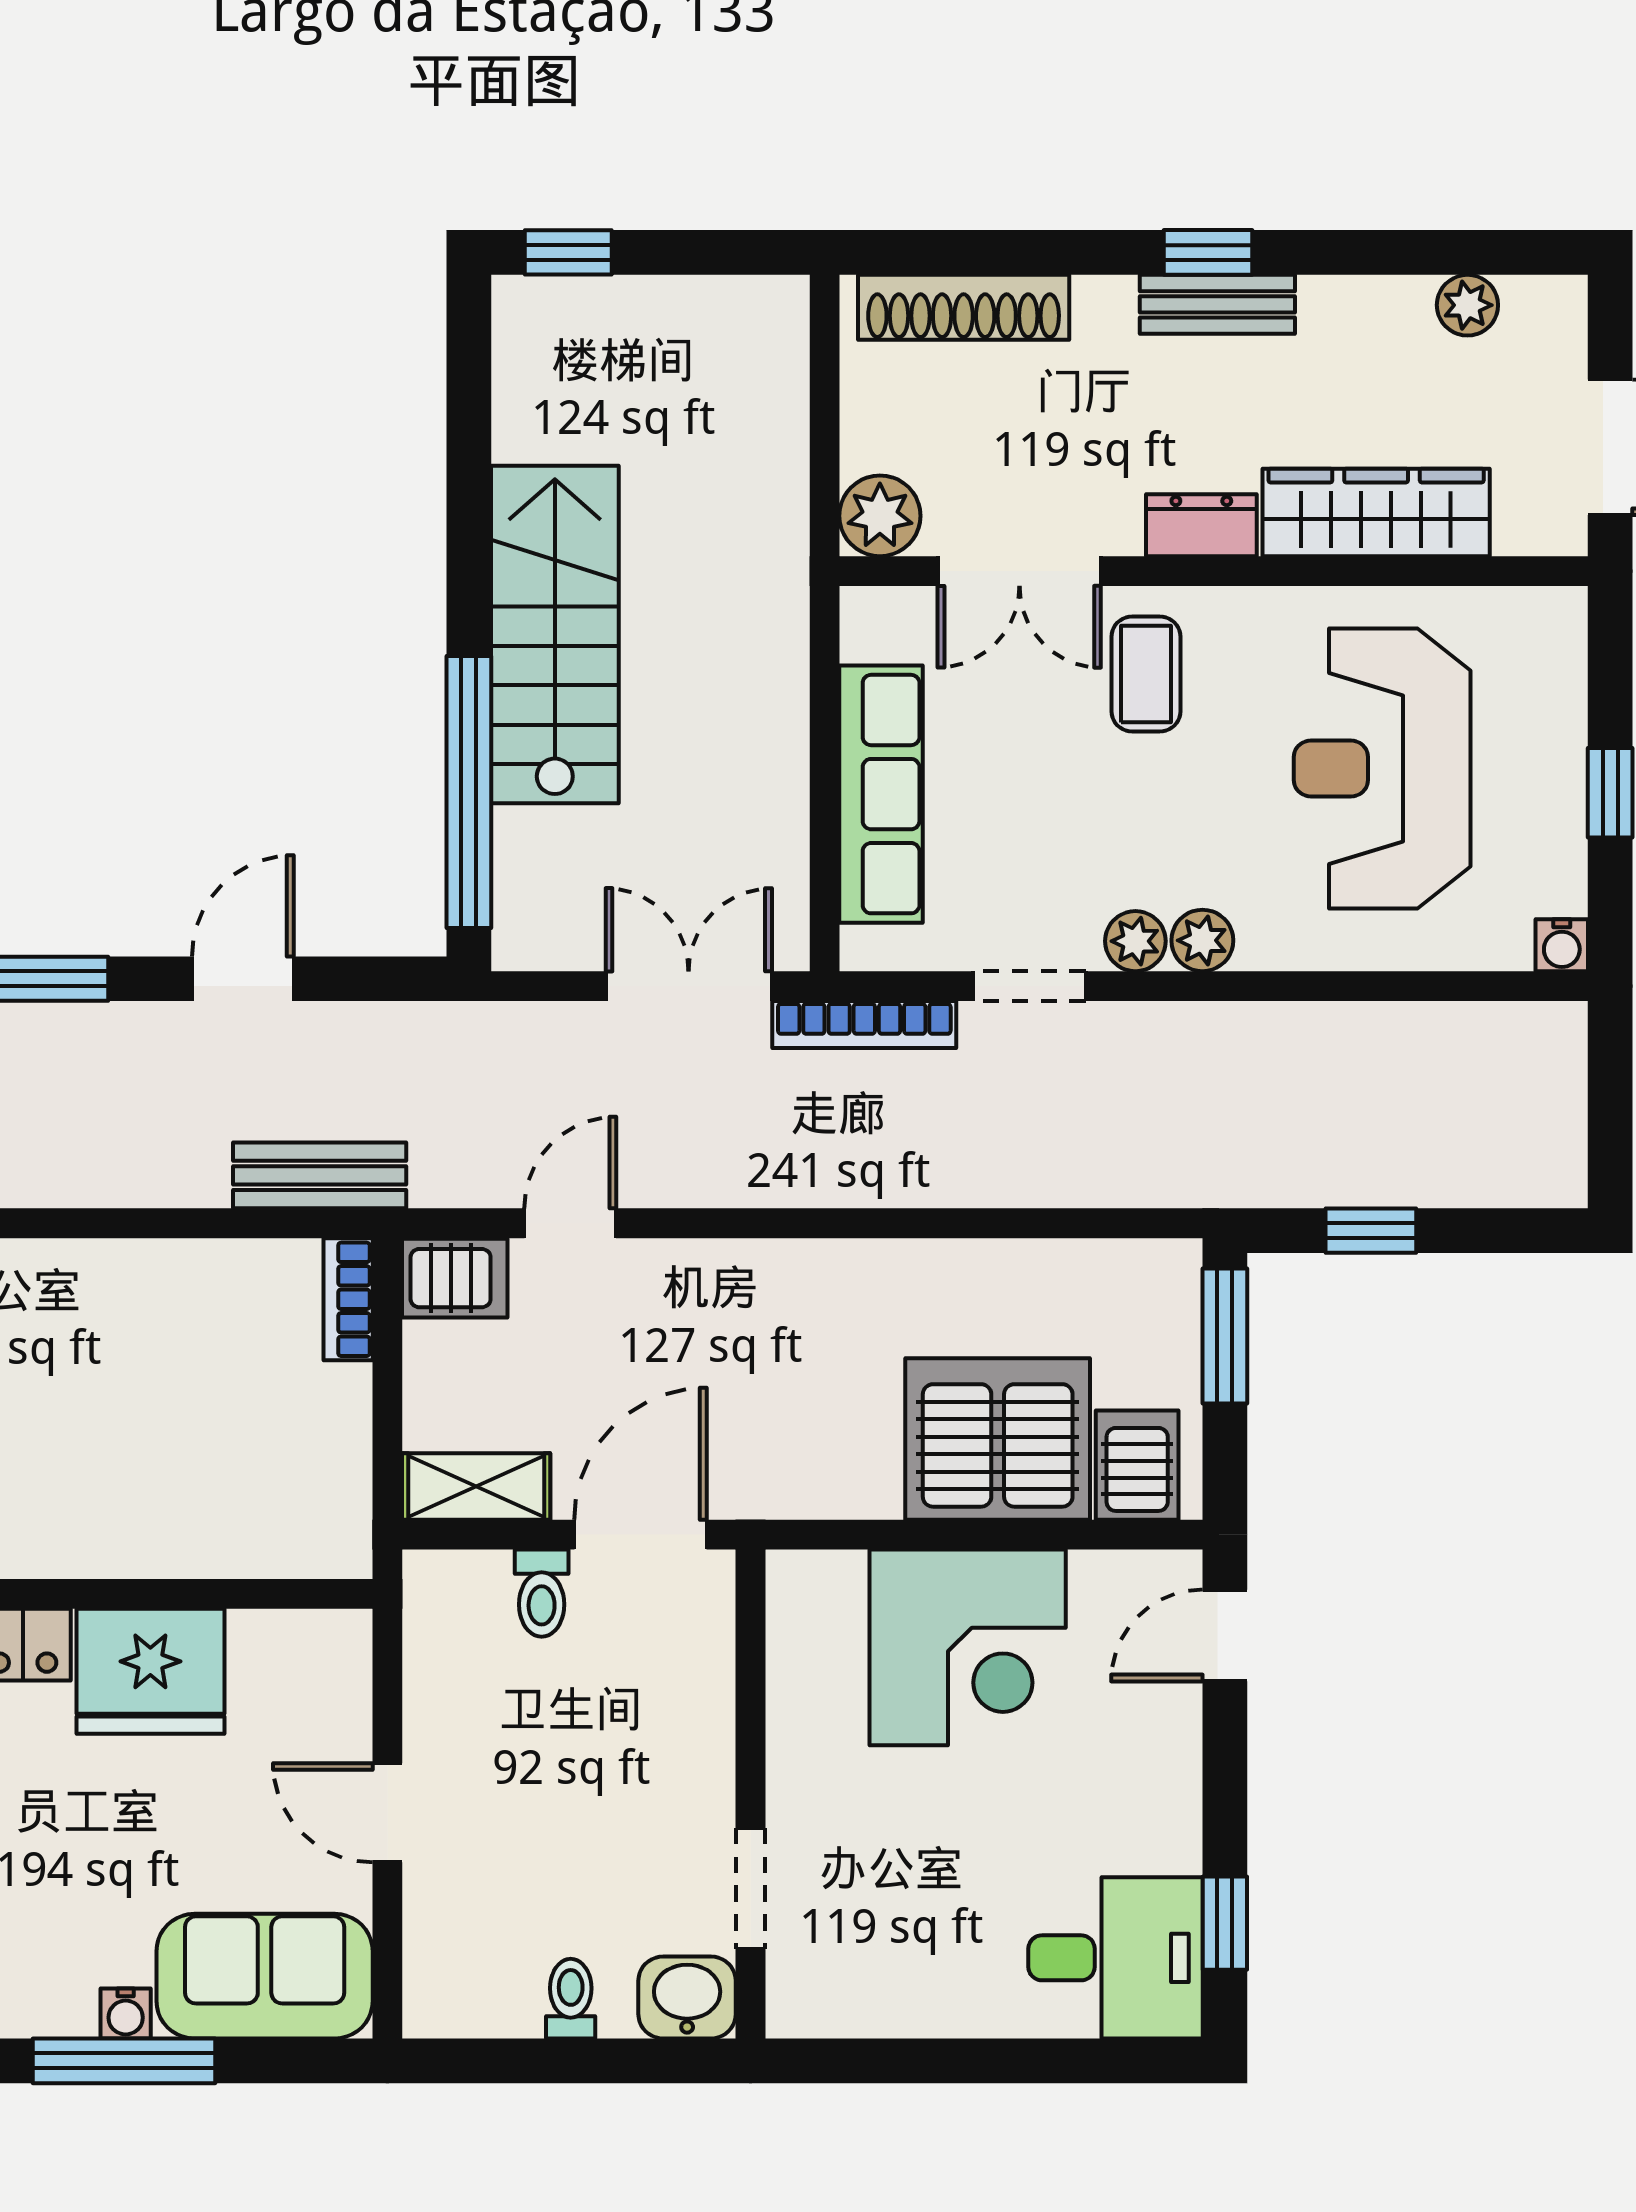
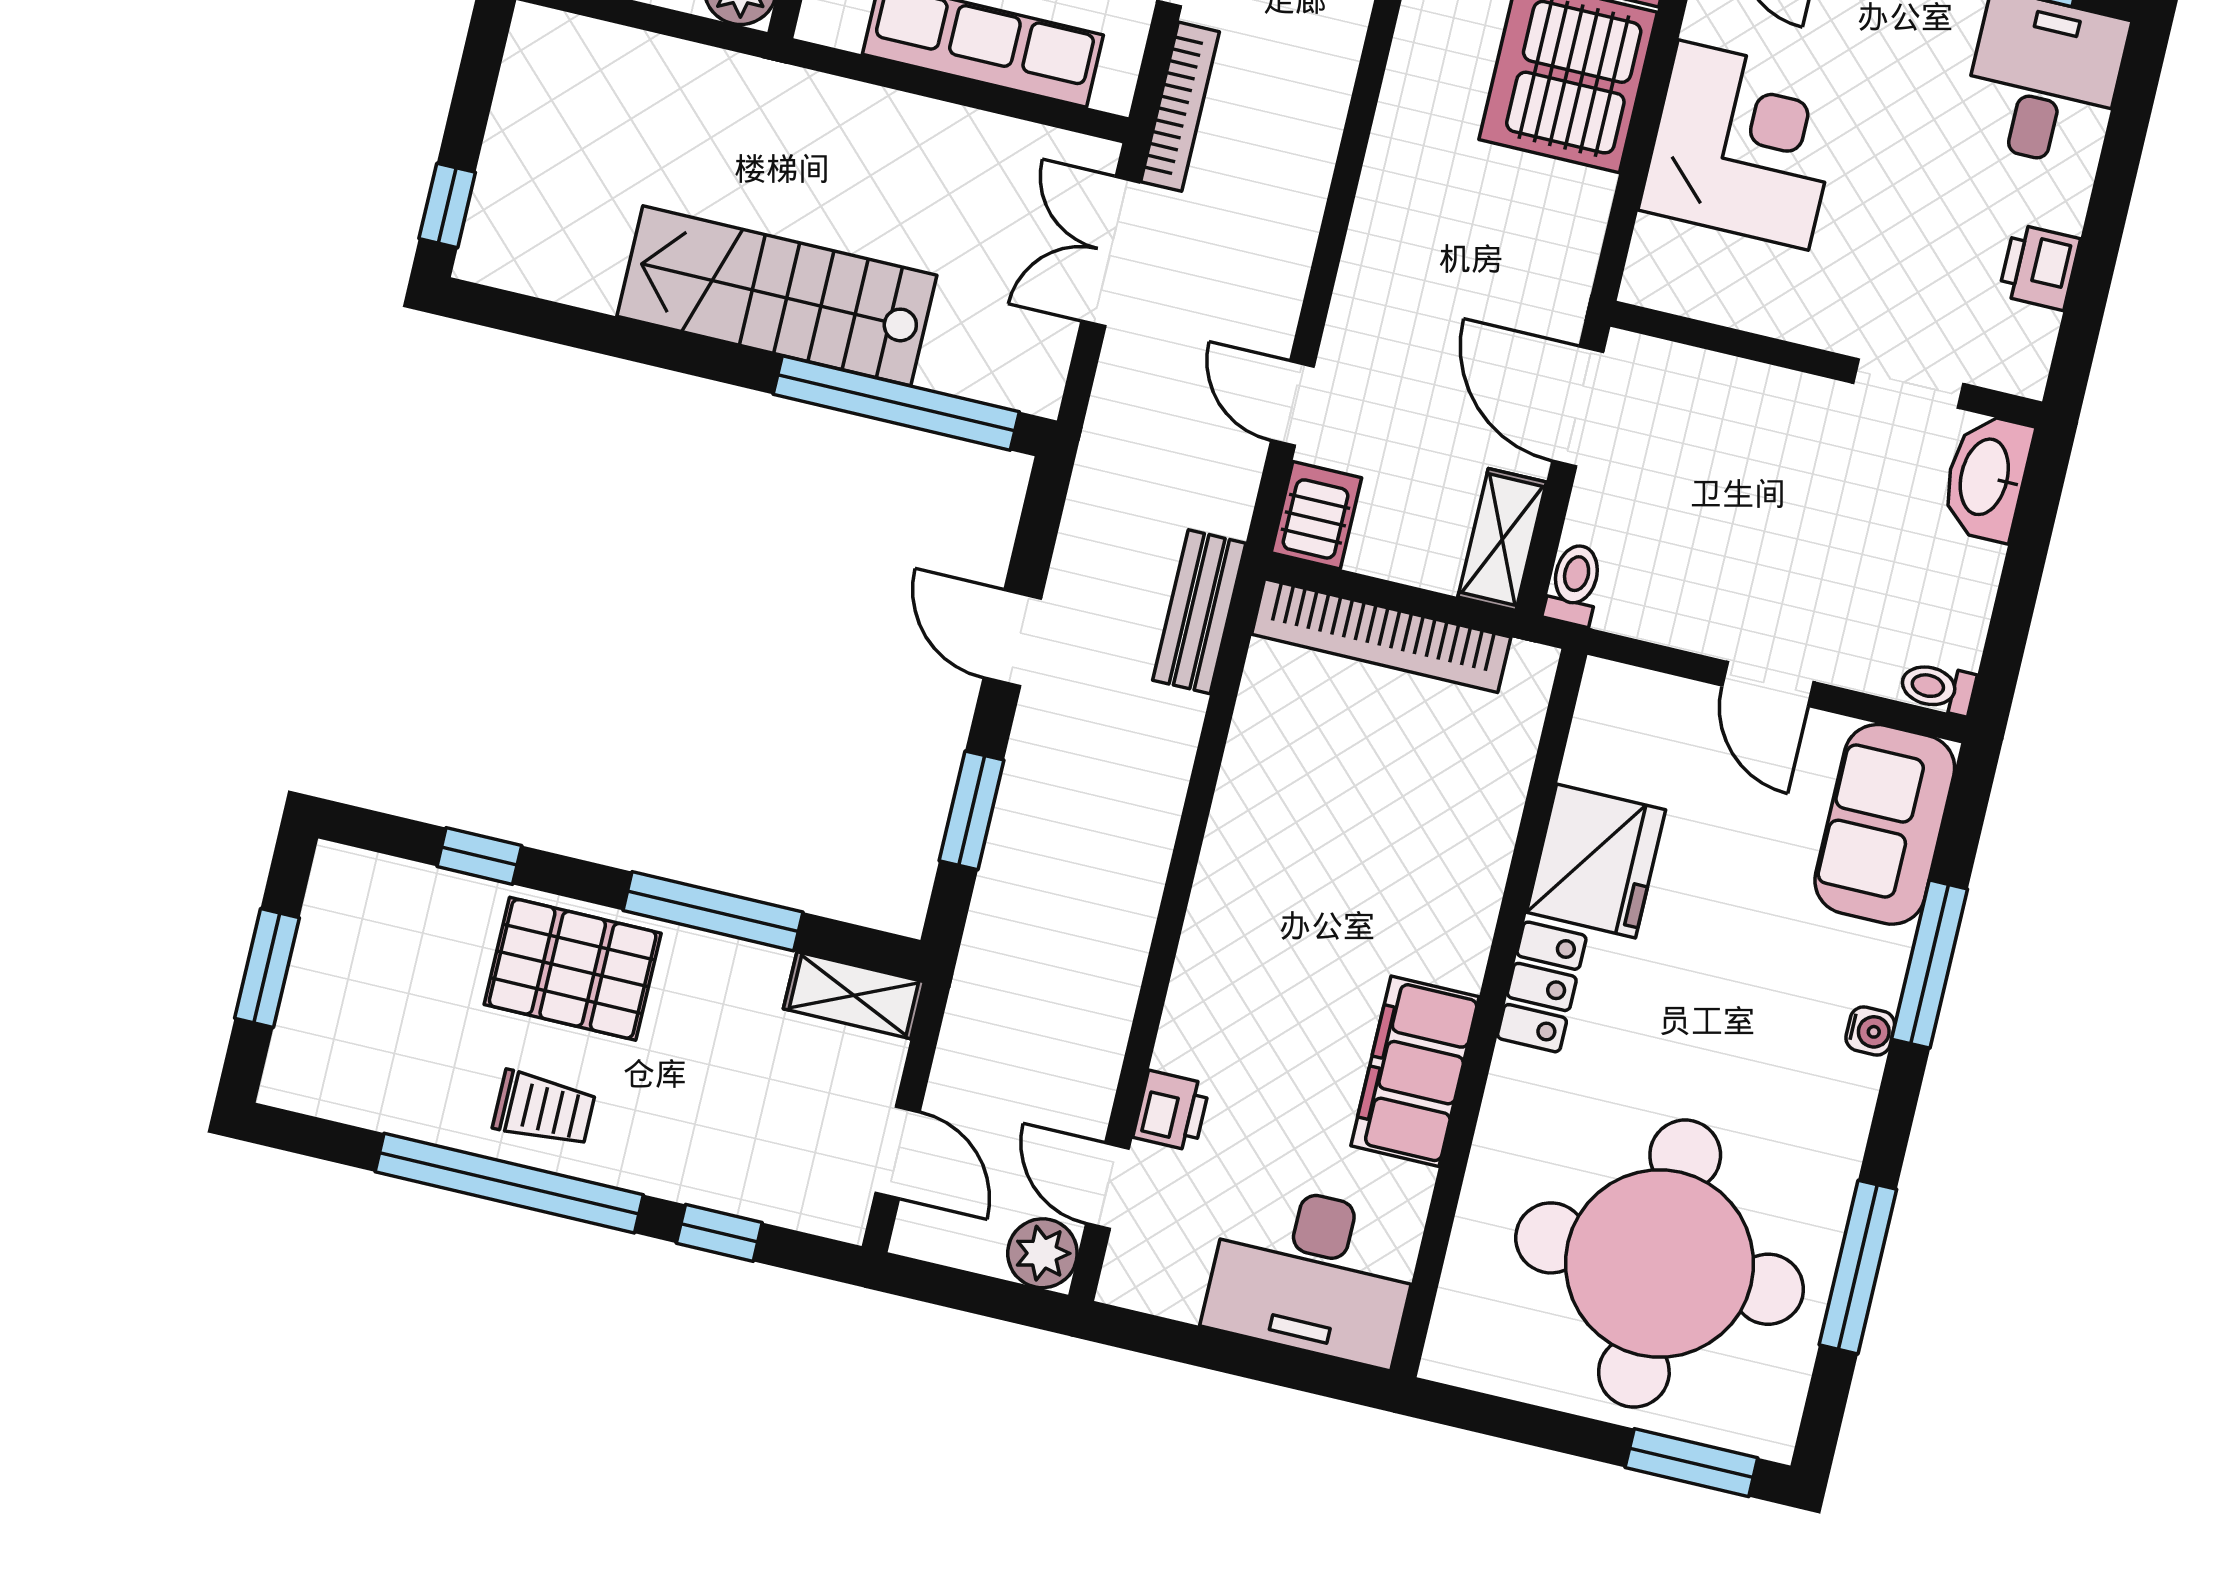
bookcase: (348, 1299) -> (1381, 636), width x2.31, depth x1.31
toilet: (542, 1593) -> (1574, 584), moved, turned -90
door: (387, 1813) -> (1768, 684), hinge flipped
washbasin: (687, 1997) -> (1986, 477), width x1.38
toilet: (571, 1999) -> (1938, 688), moved
printer: (911, 2001) -> (2039, 267), added
water cooler: (126, 2014) -> (1870, 1031), moved

